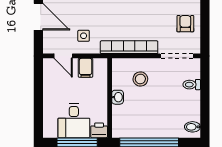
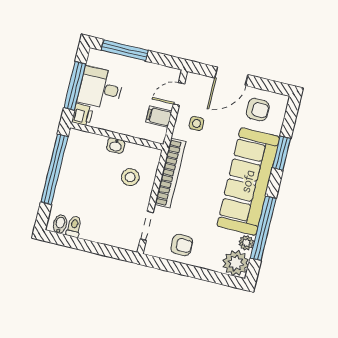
doorway: (177, 56) -> (147, 226), width x0.73
toilet: (192, 85) -> (74, 227), moved
window: (38, 109) -> (125, 50), added

